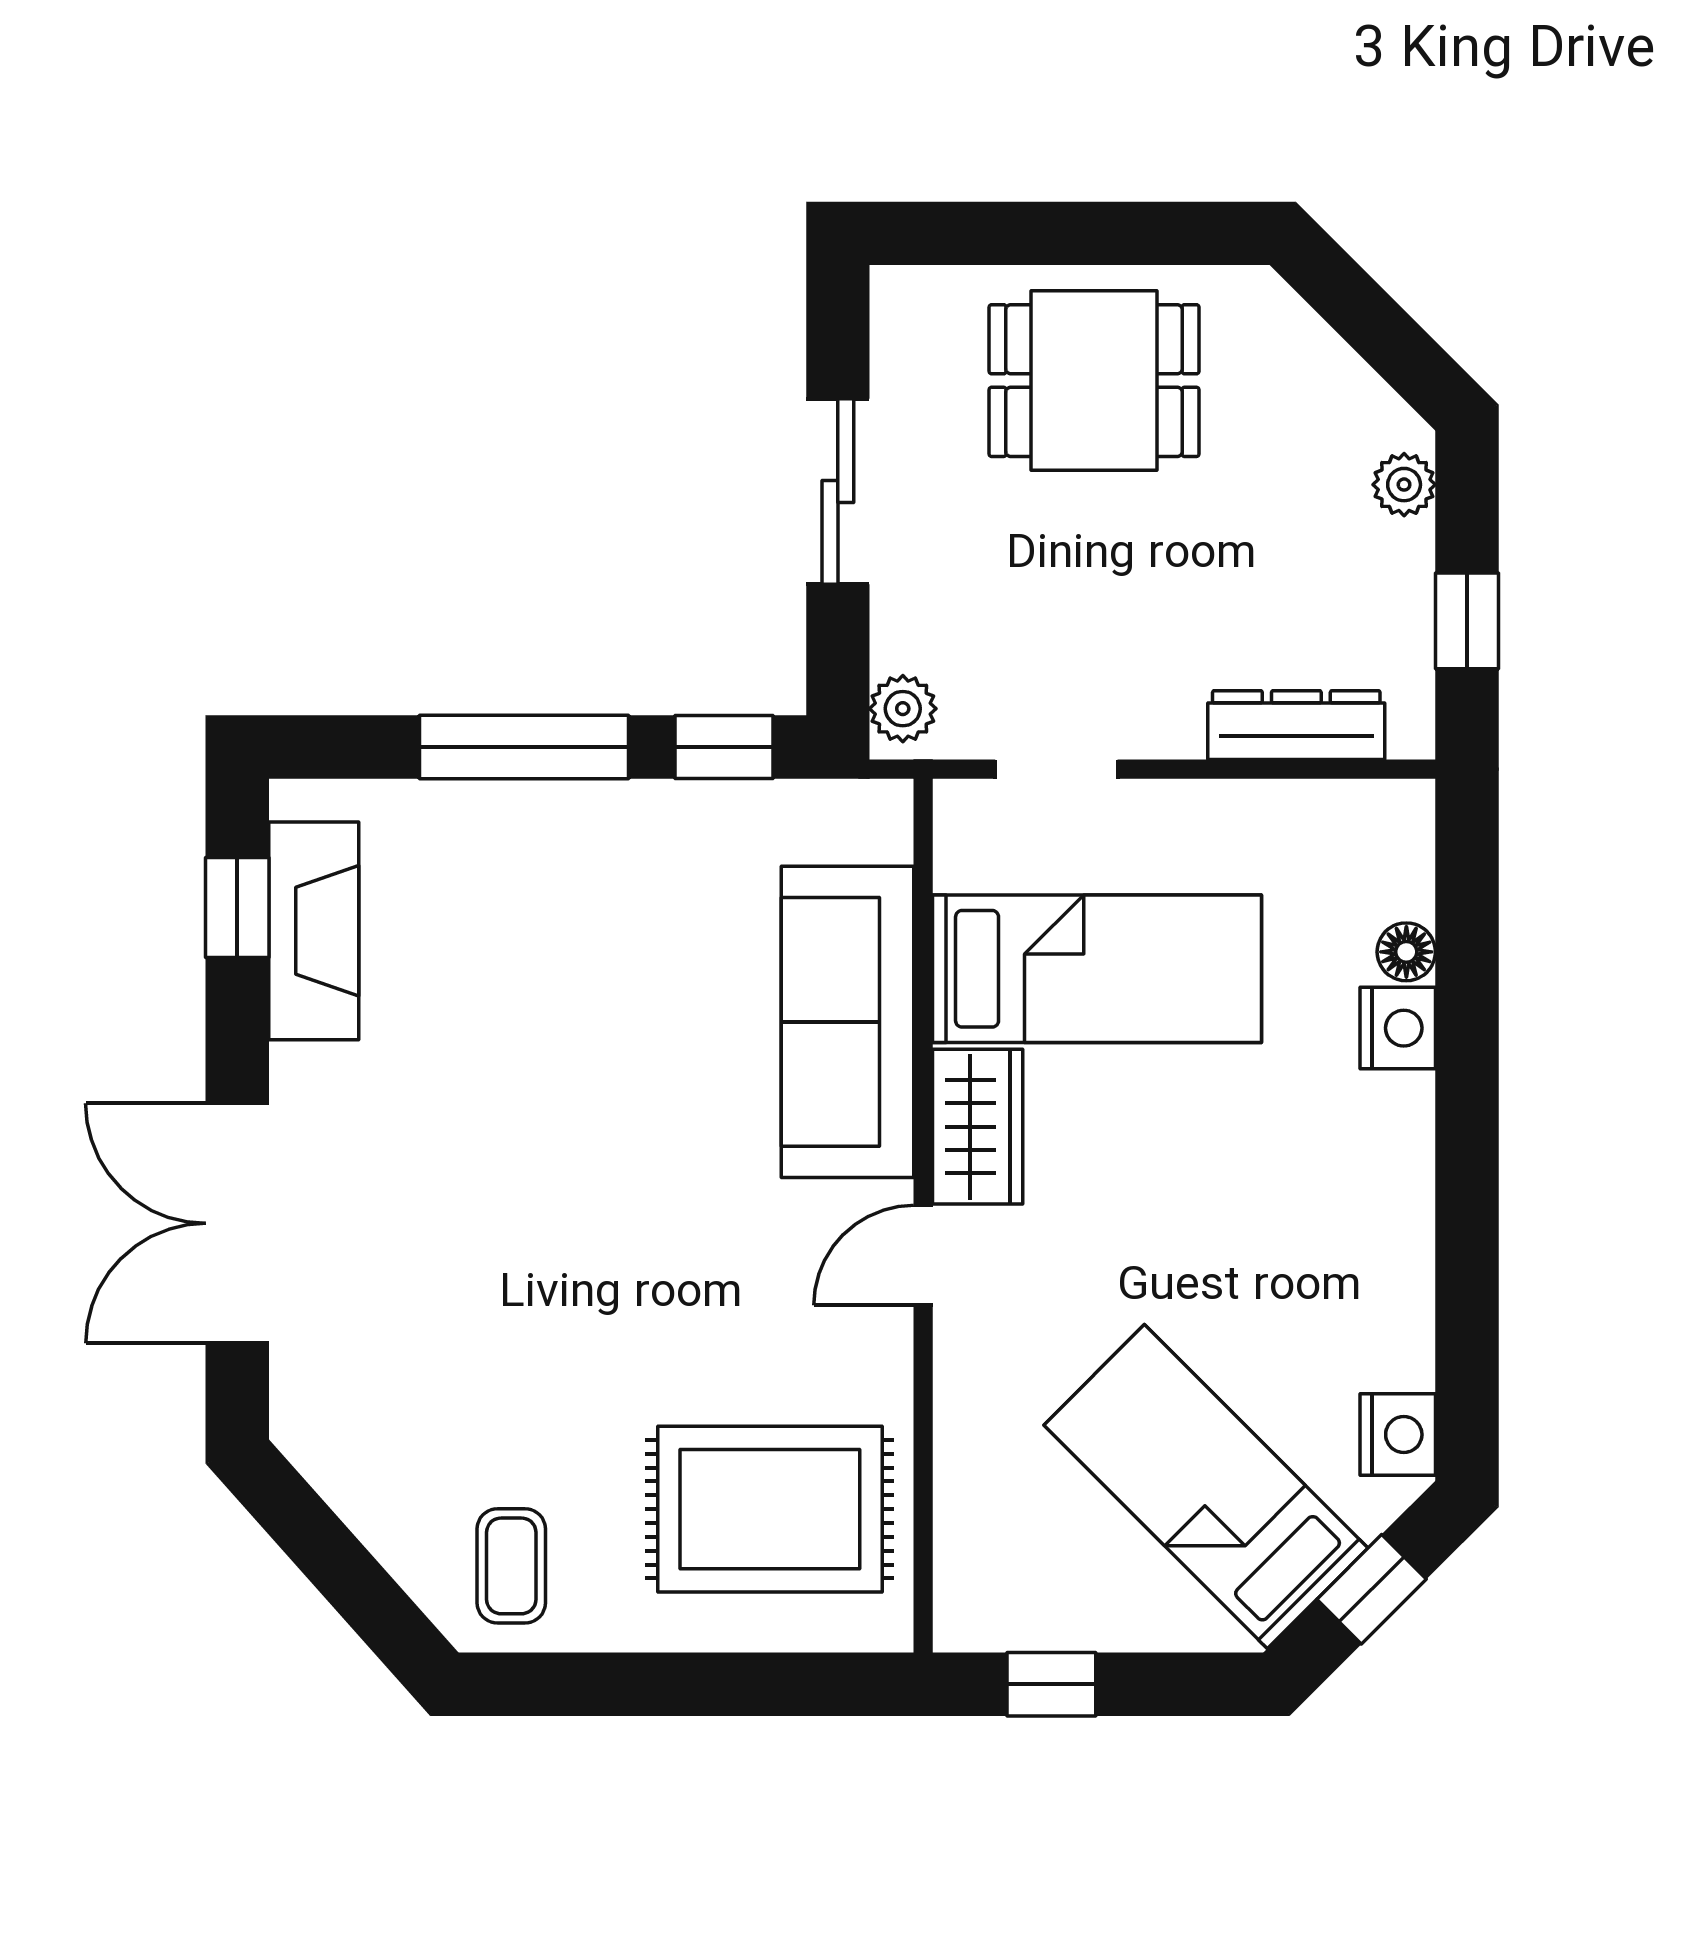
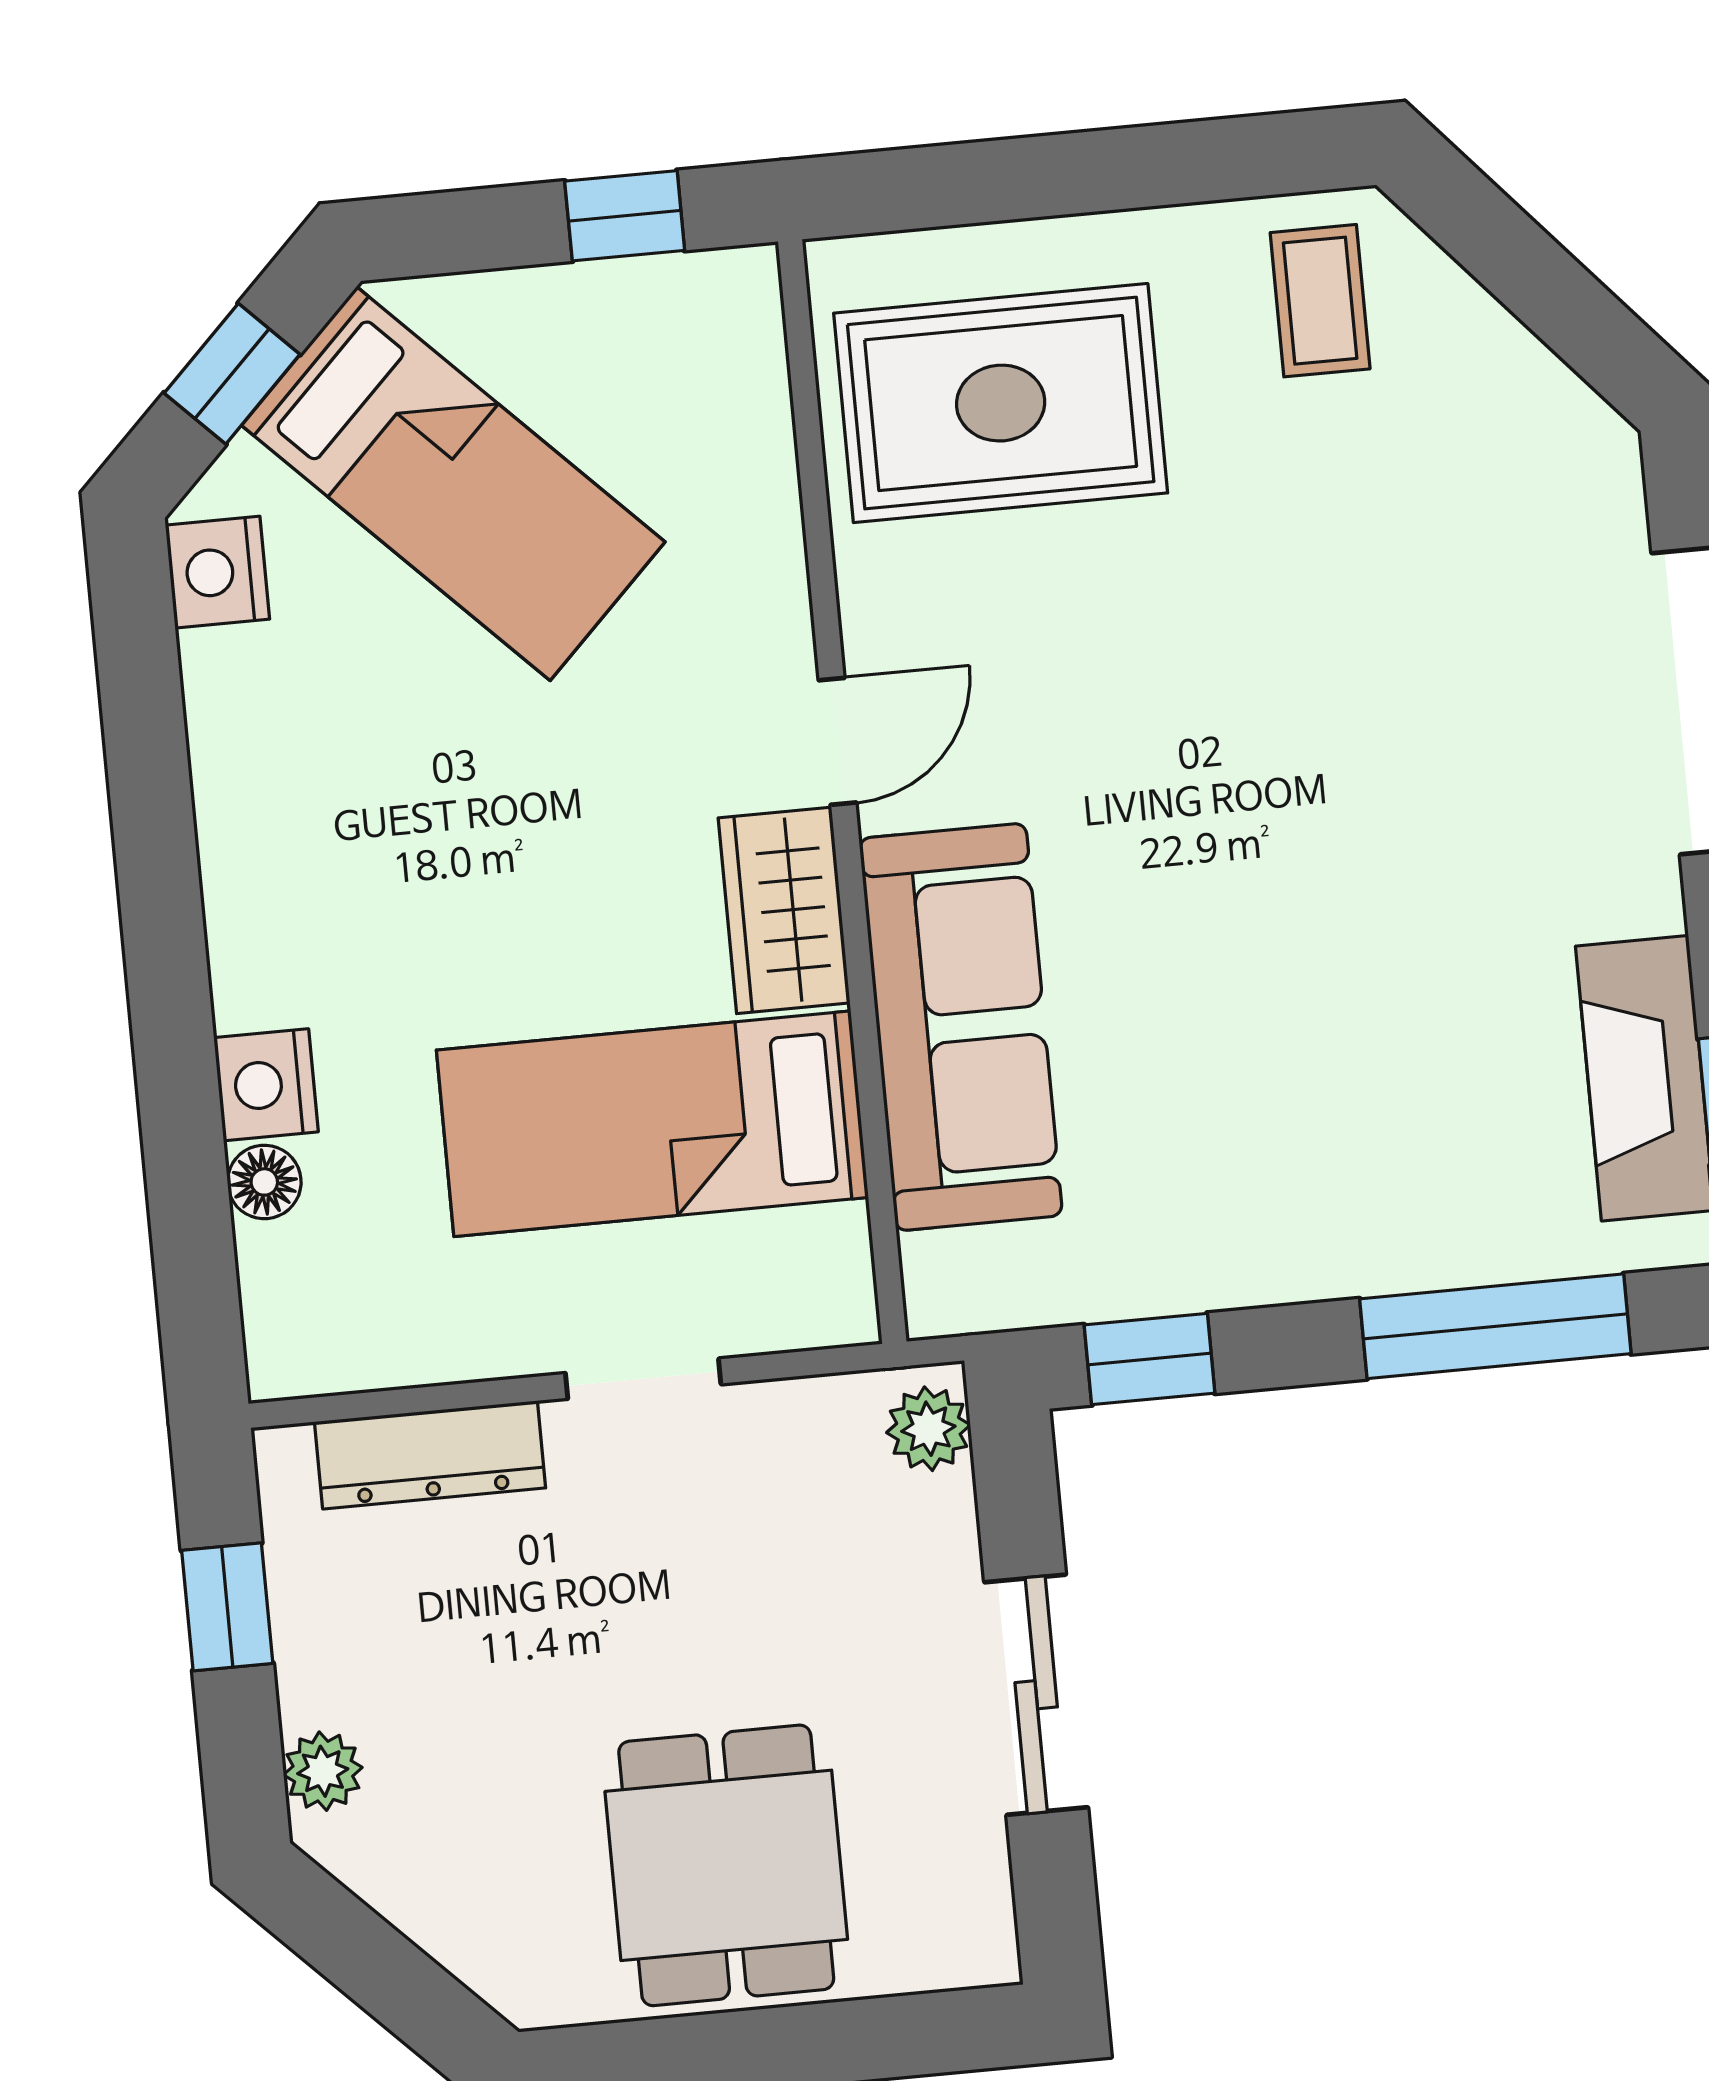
dining table: (1094, 381) -> (726, 1865), turned 90
window: (524, 747) -> (1495, 1326), moved
doorway: (1056, 769) -> (643, 1379), moved

